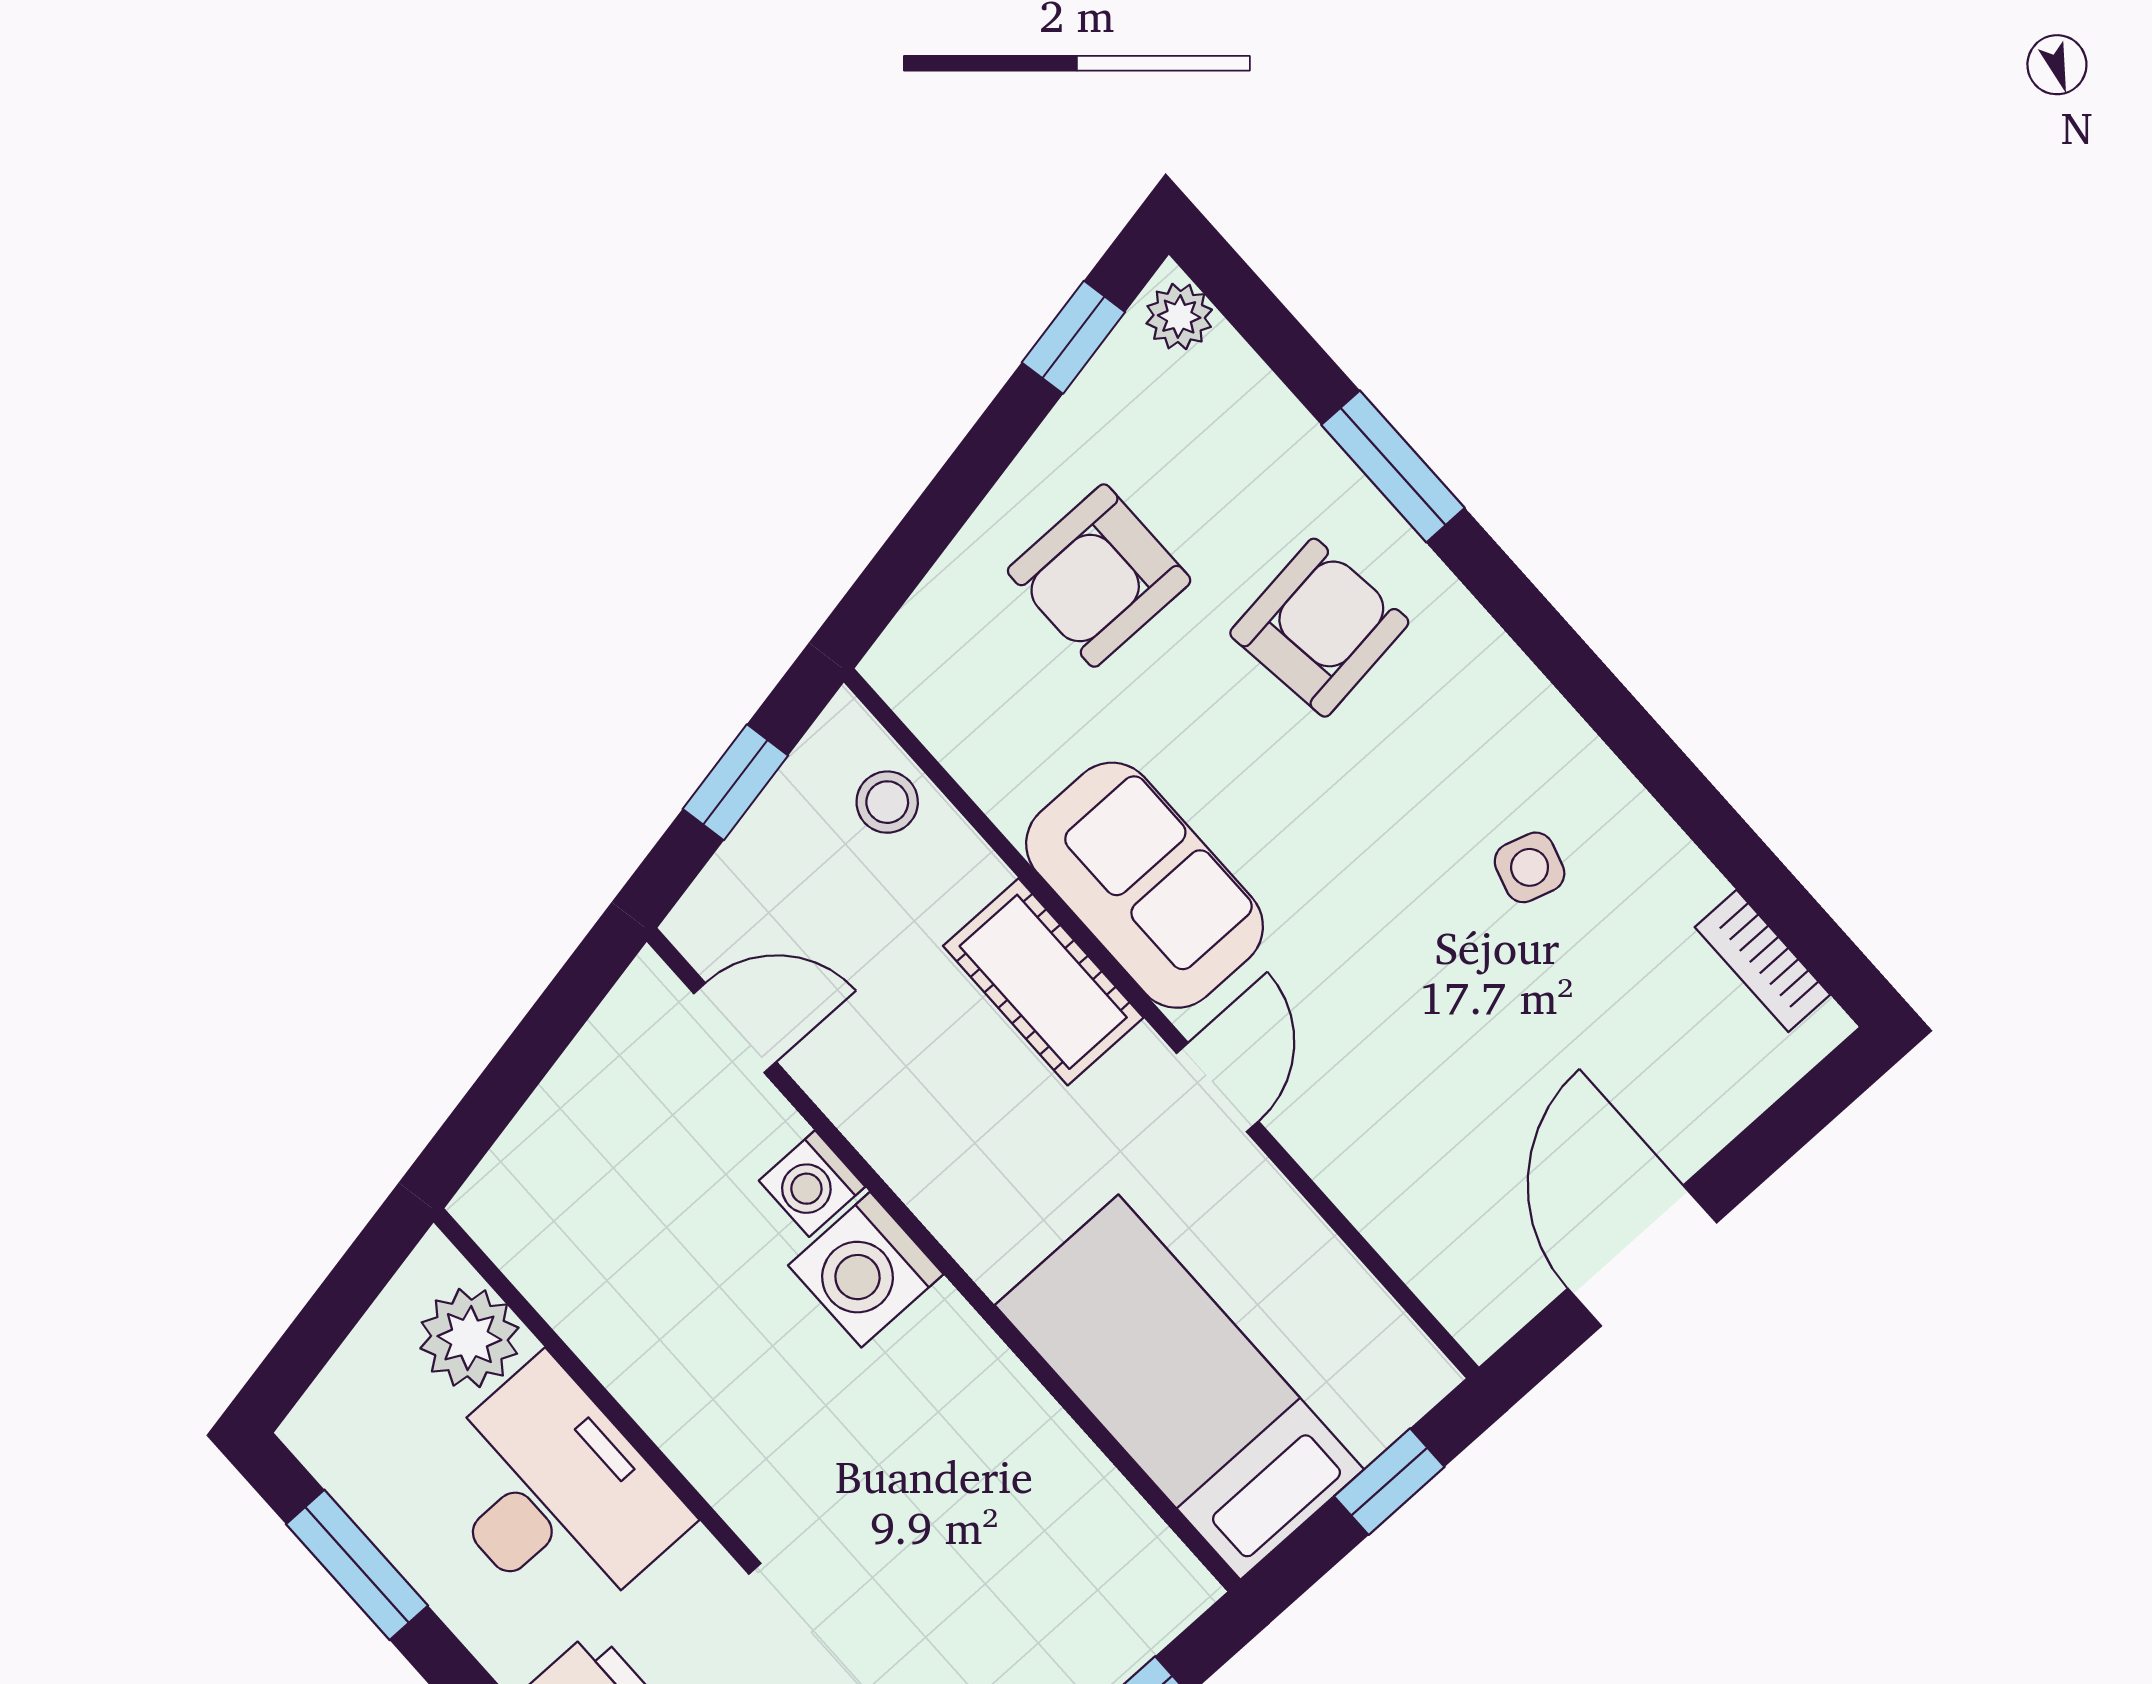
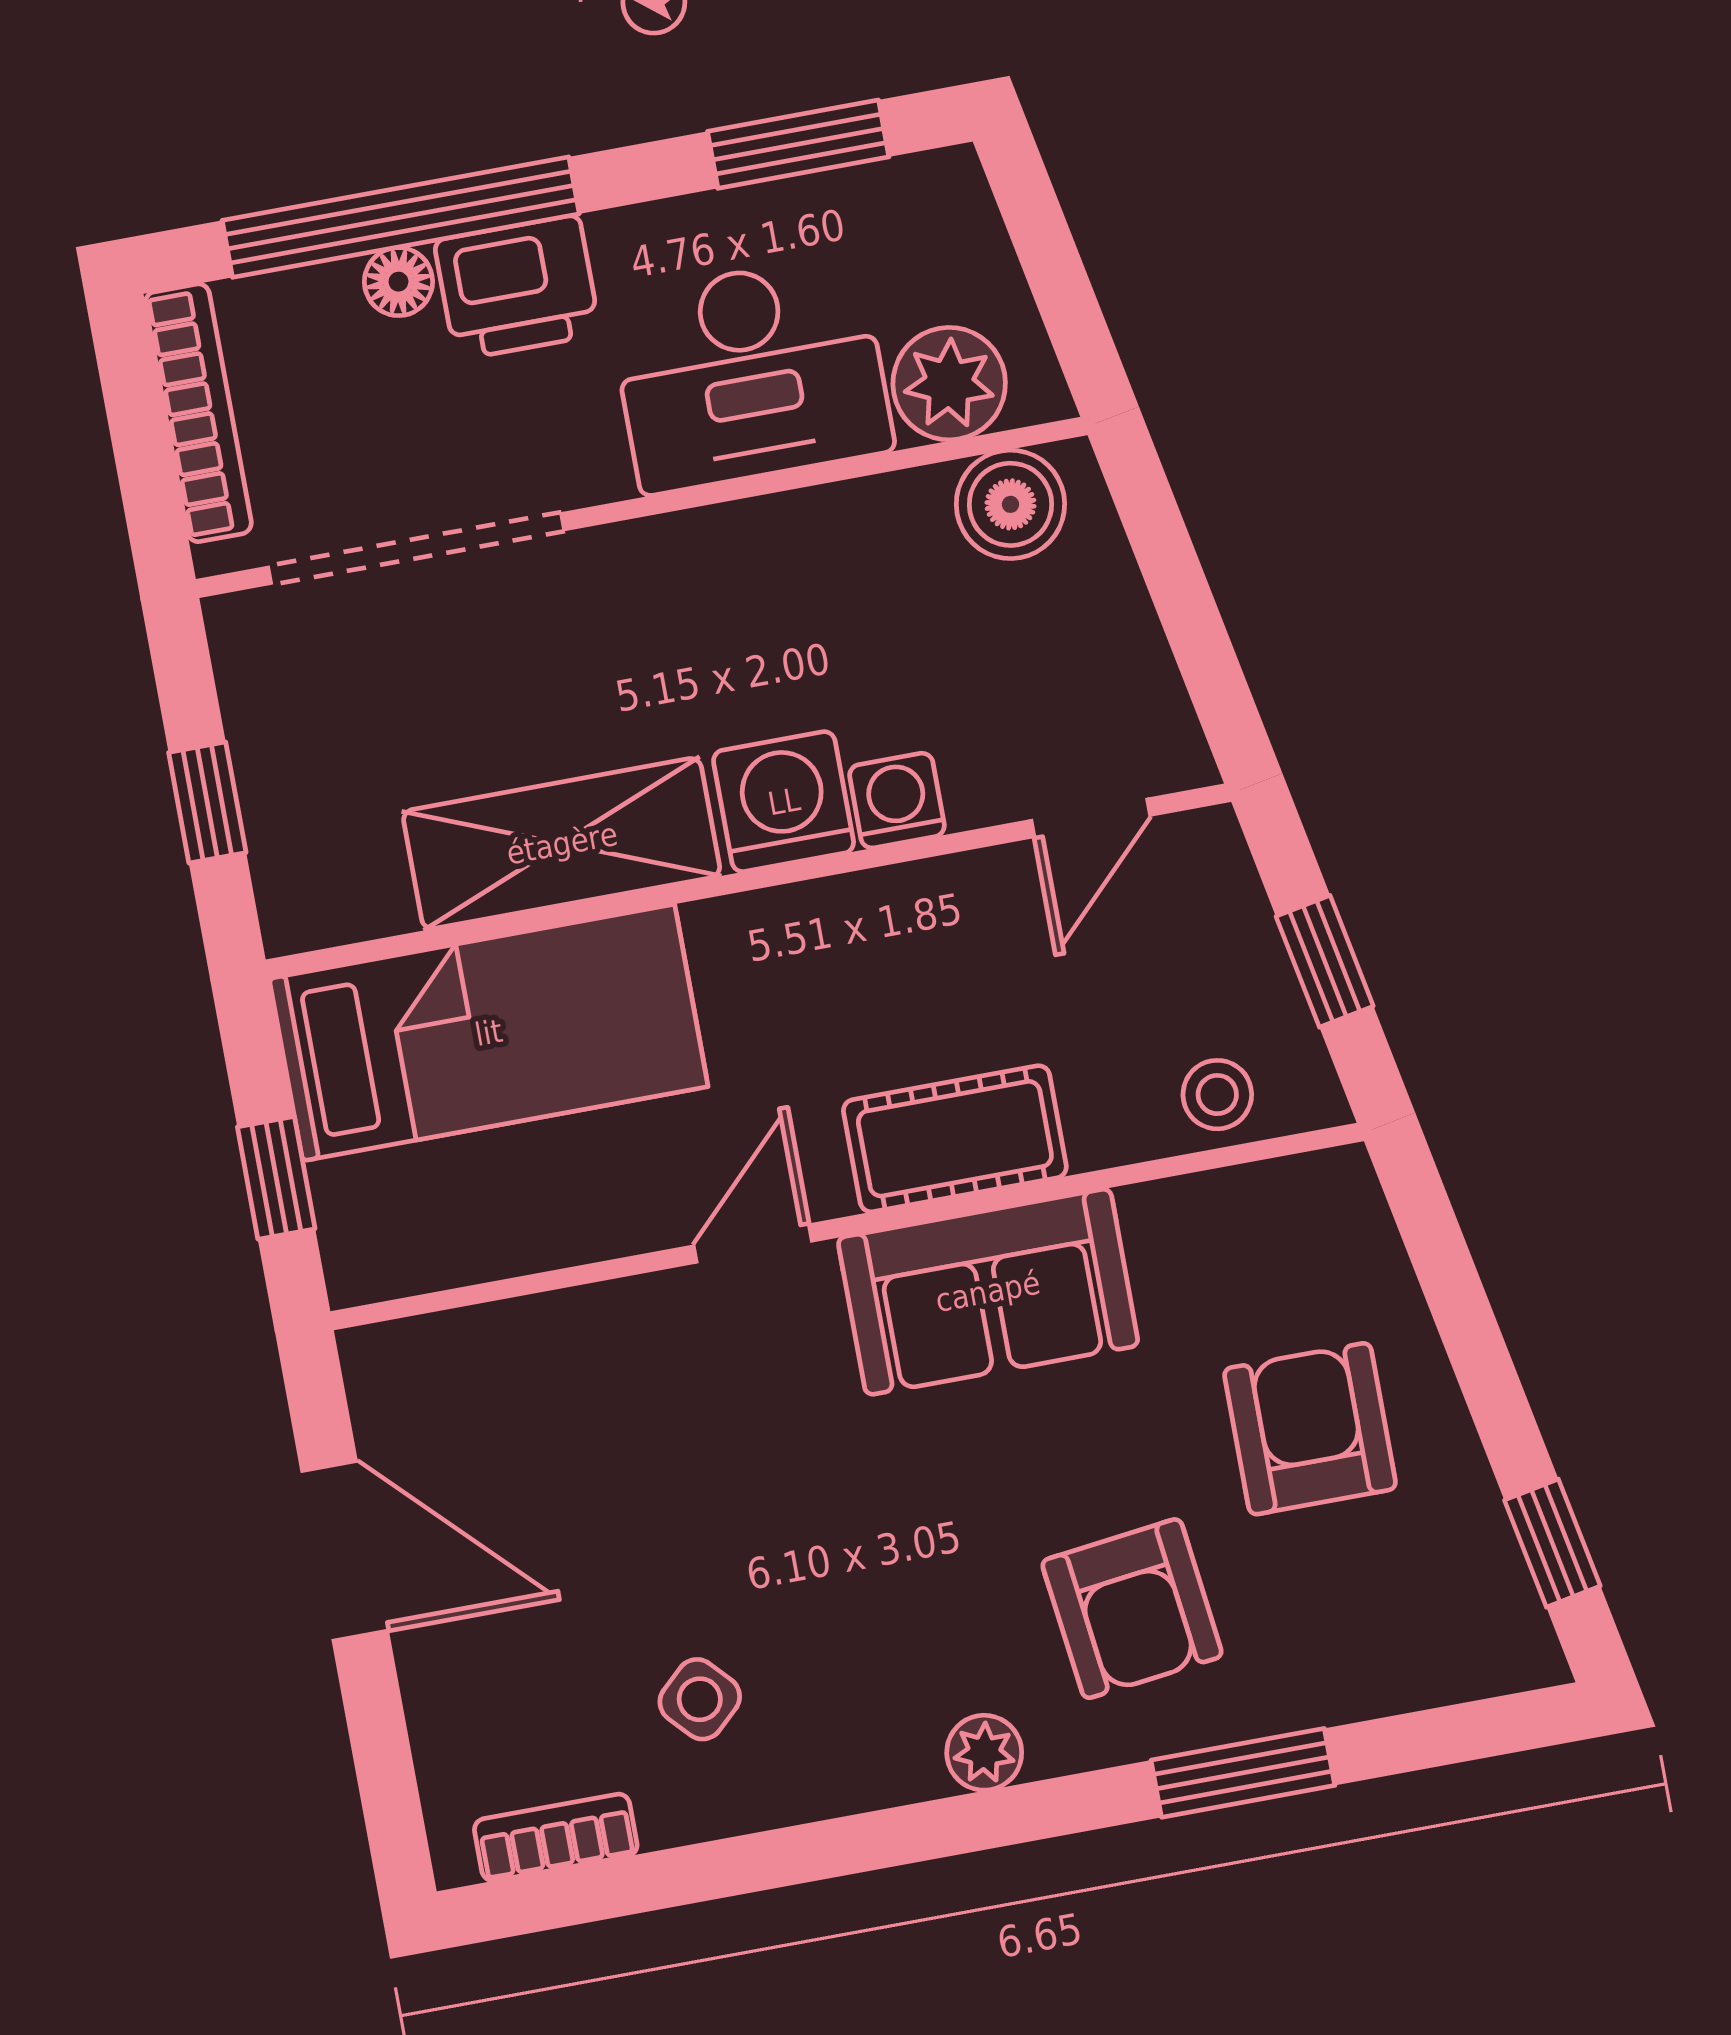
plant: (1179, 317) -> (984, 1753), moved
side table: (1530, 867) -> (700, 1699), moved, turned 30
door: (1217, 1087) -> (753, 1244), swing flipped
boiler: (533, 1235) -> (1010, 504), added
shelving: (1001, 1420) -> (562, 844), added

